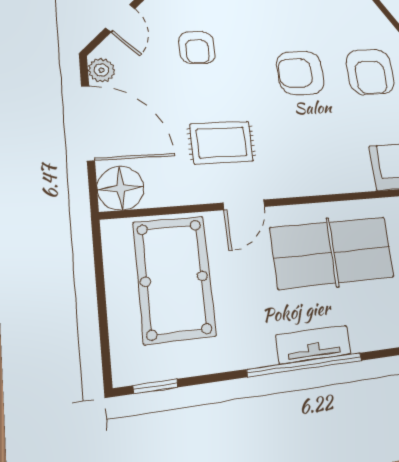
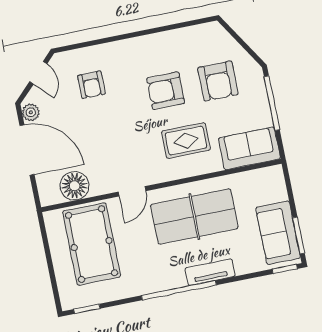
rug: (222, 143) -> (186, 141), moved
floor lamp: (121, 188) -> (75, 186), moved
tv unit: (313, 345) -> (210, 272), moved

